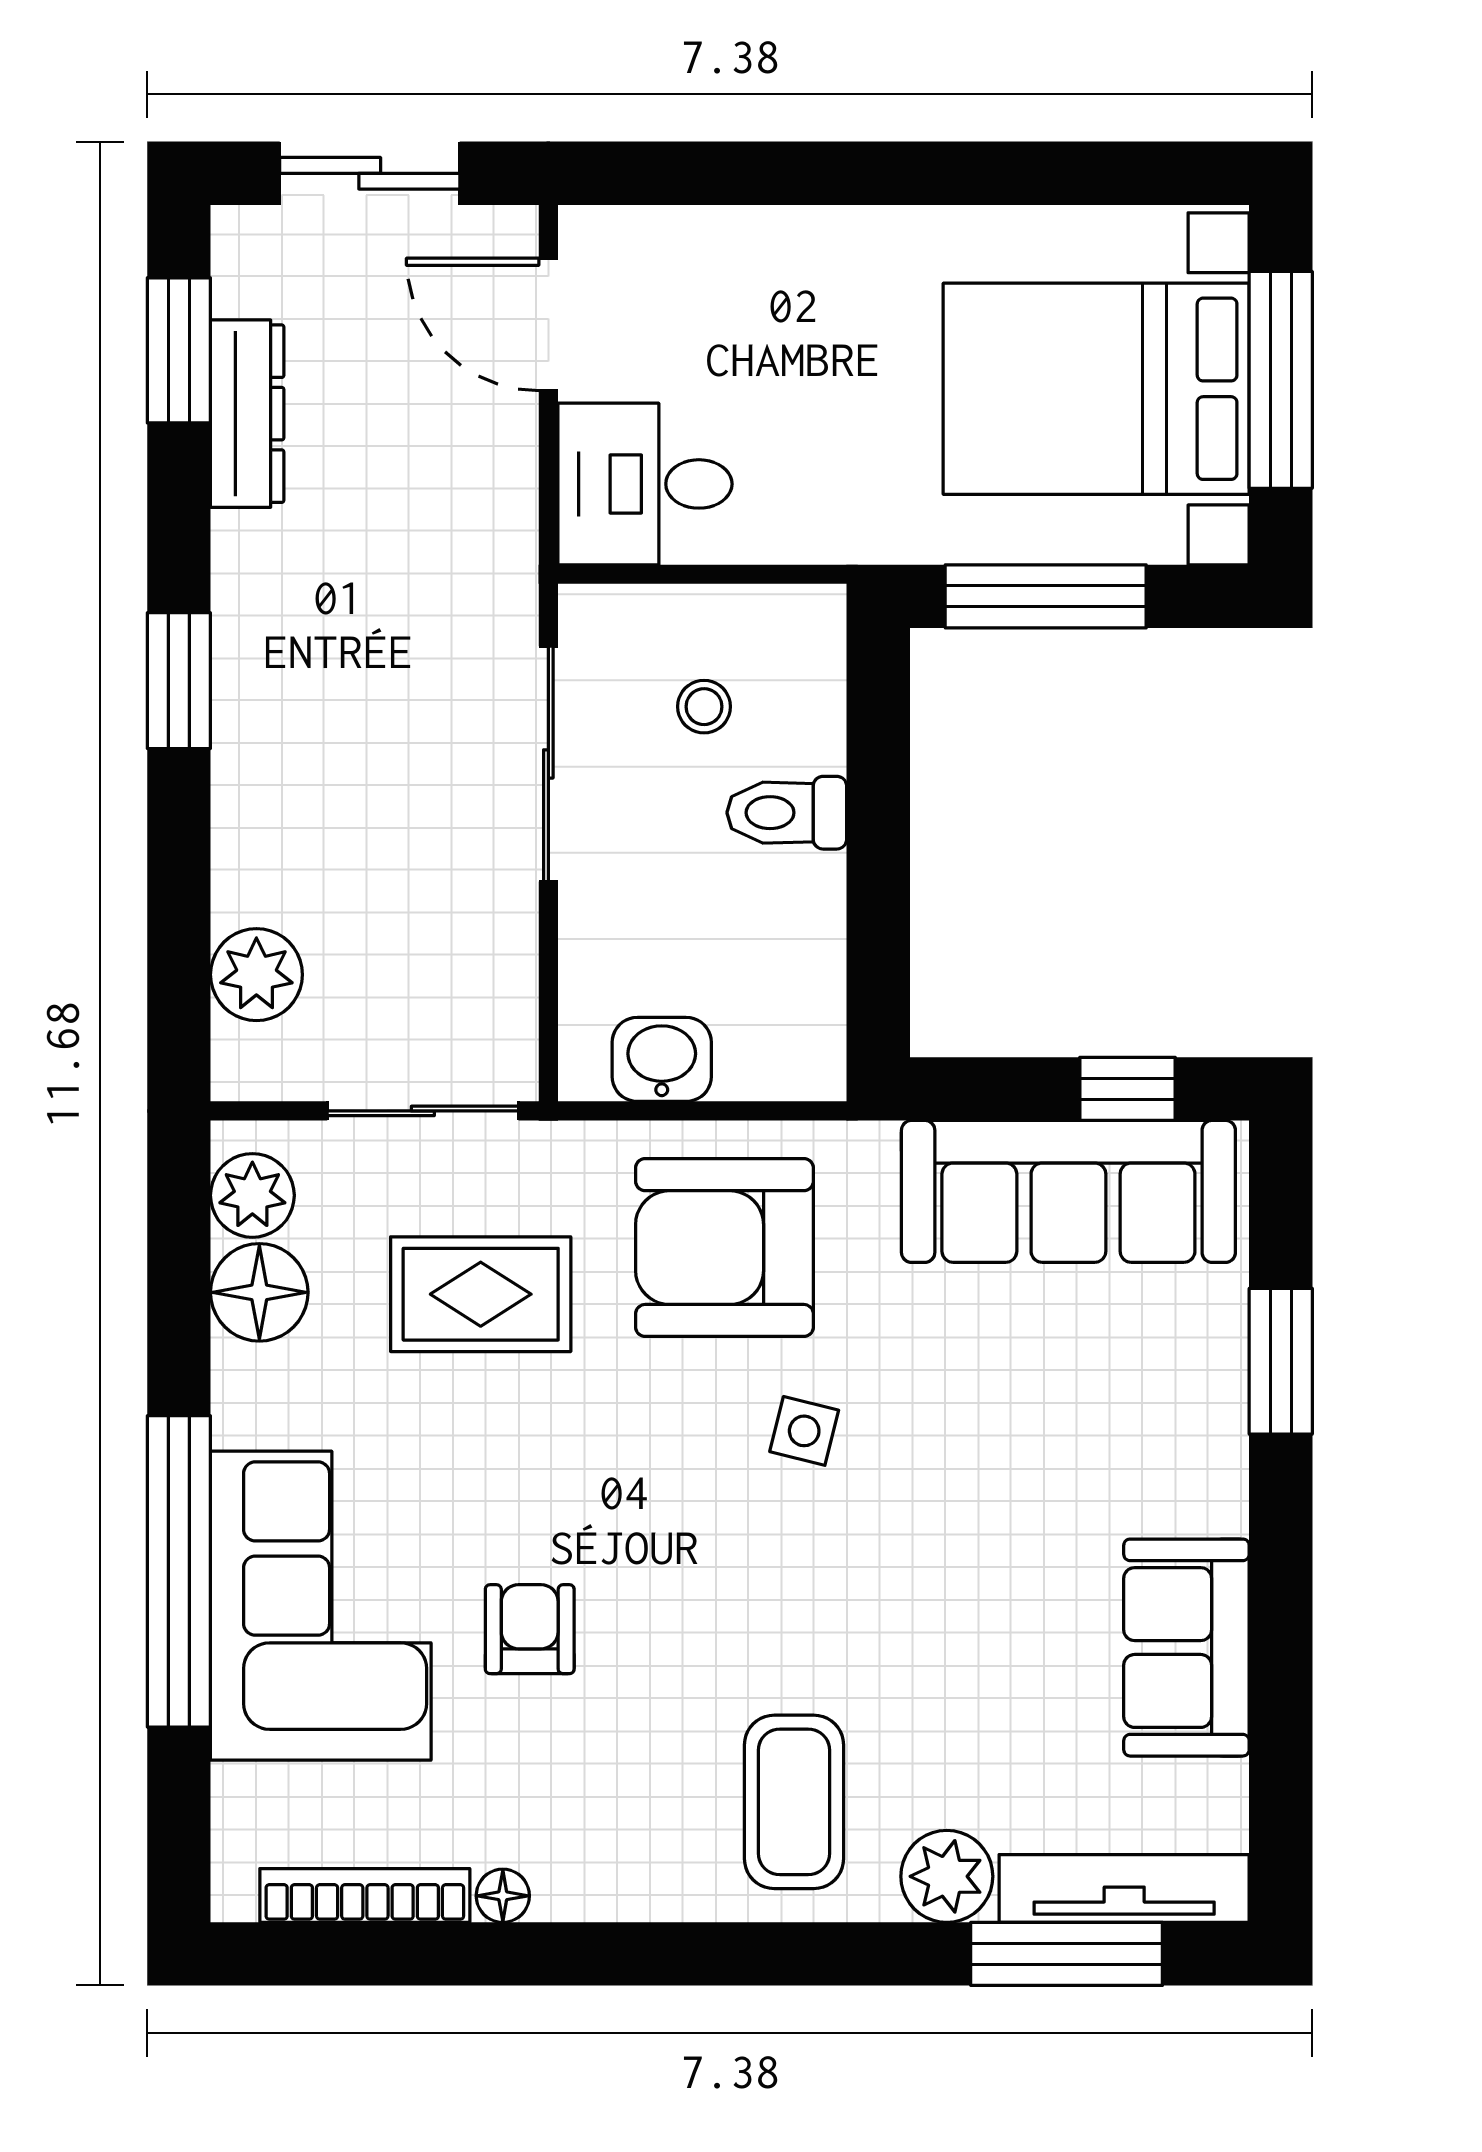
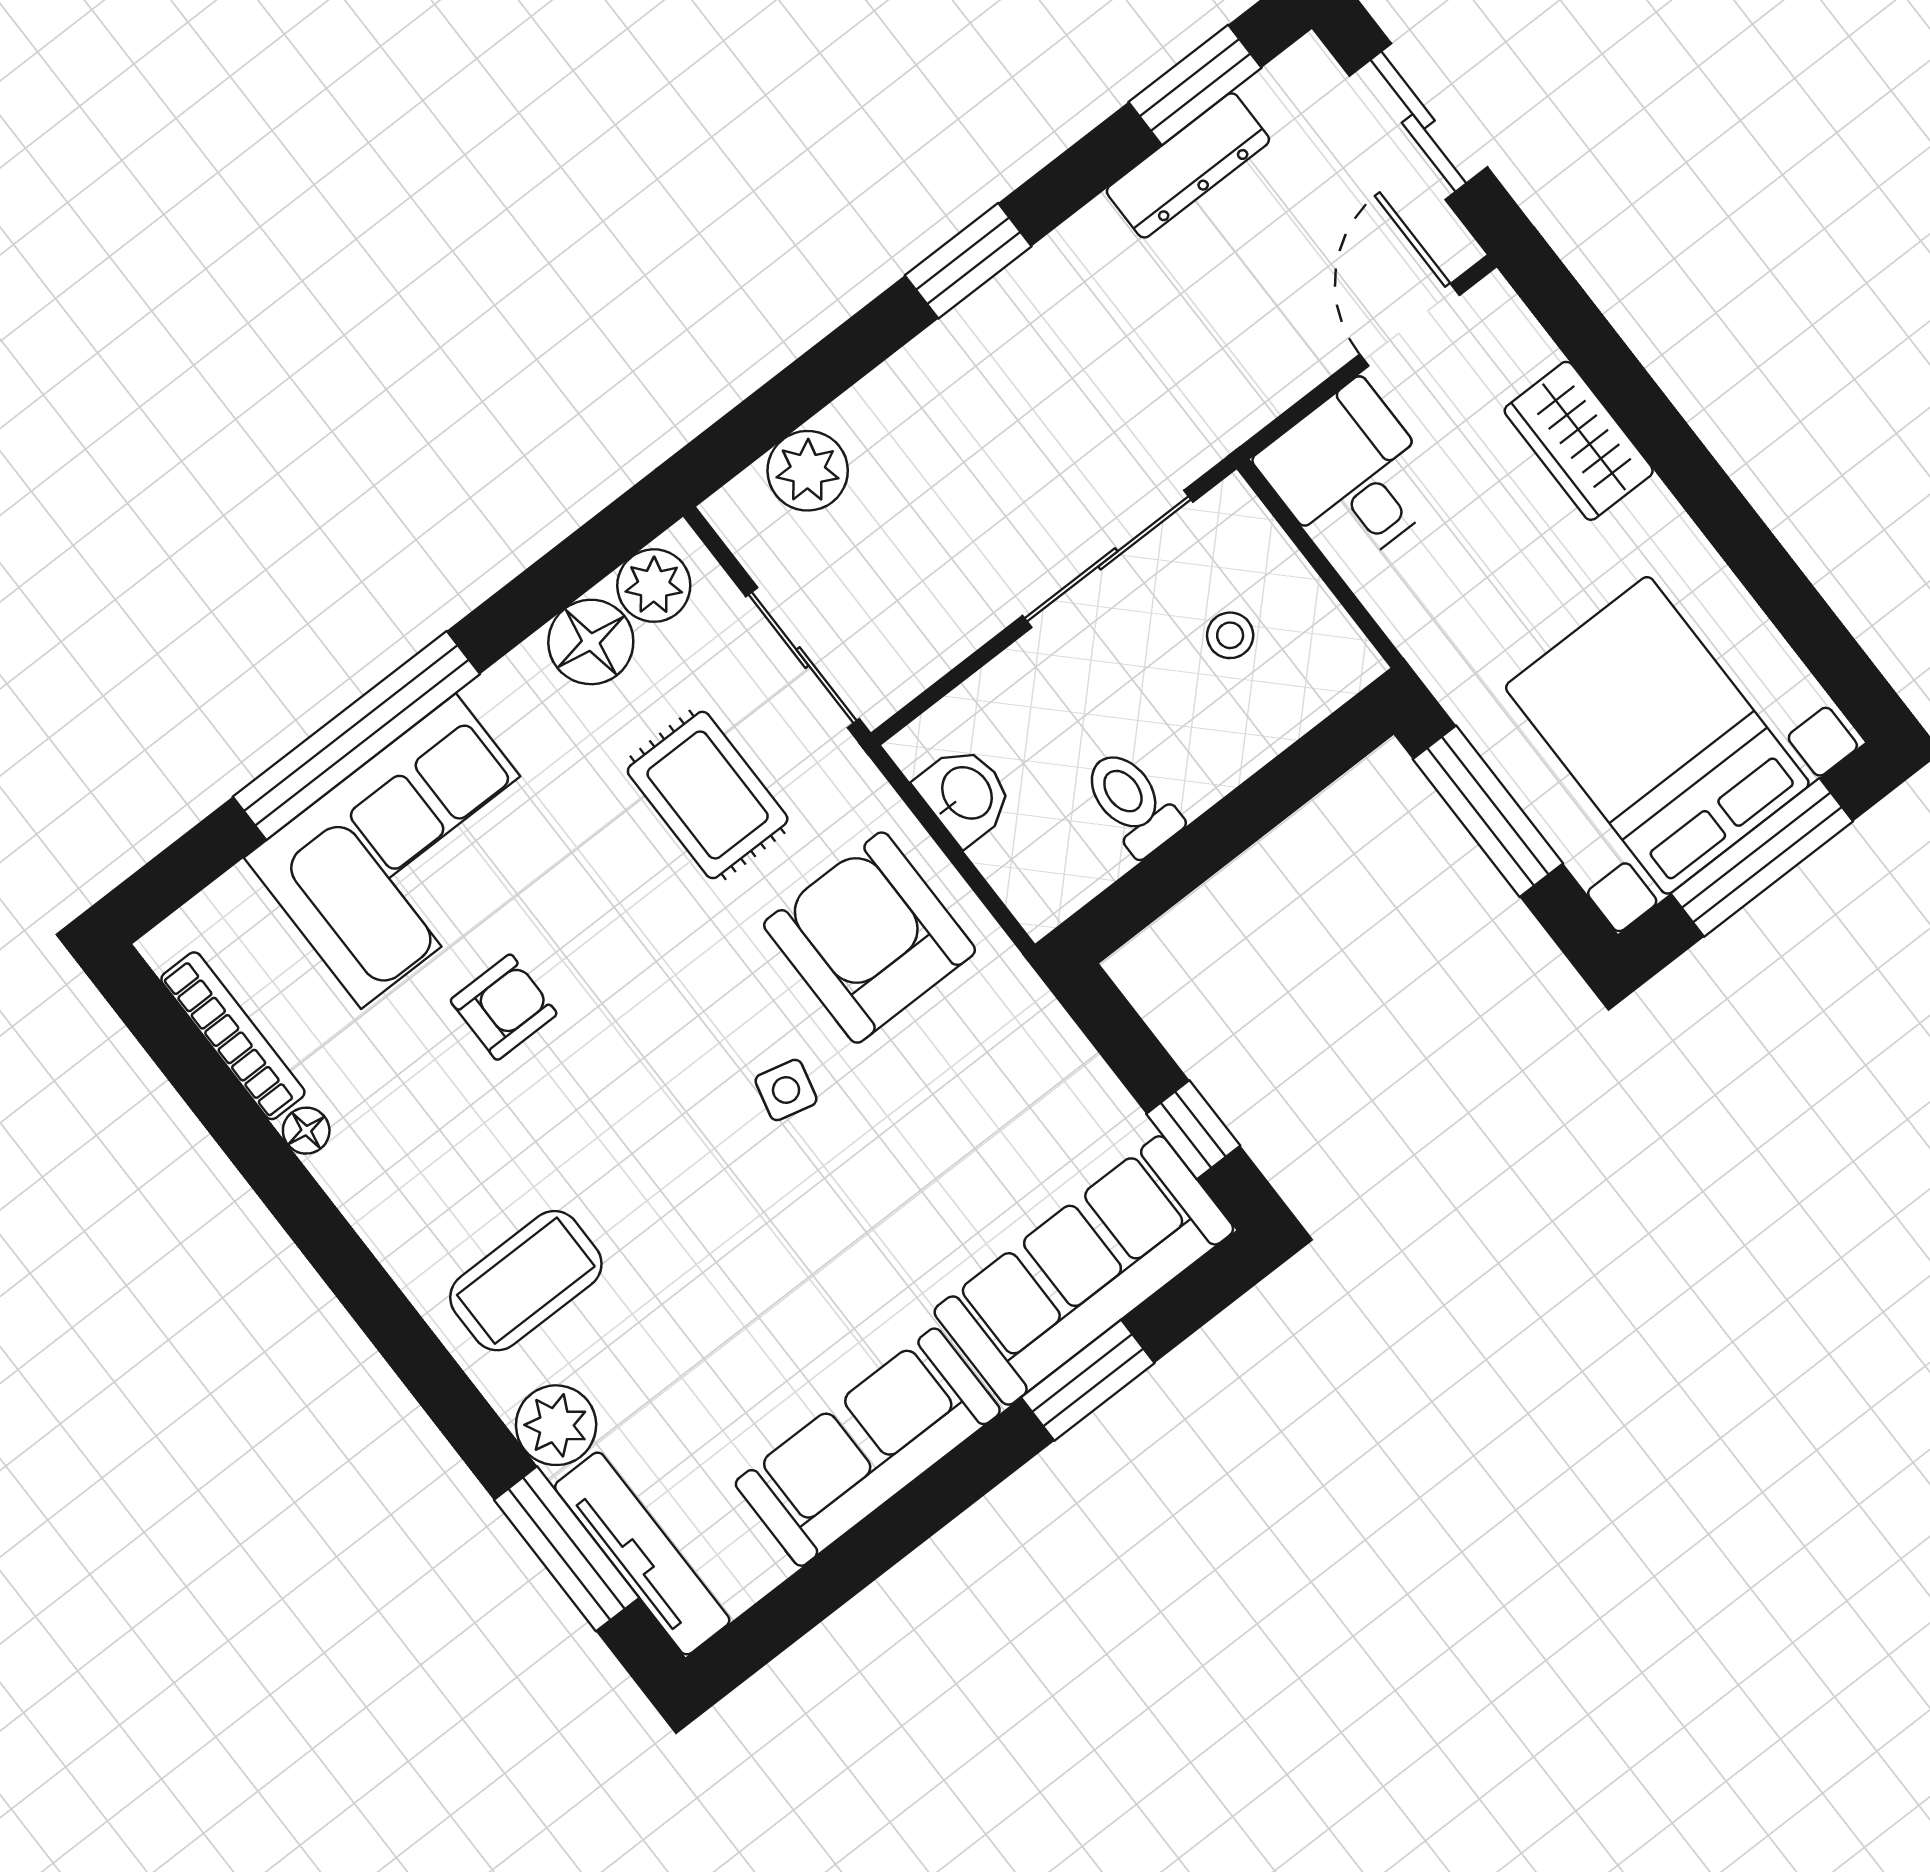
wardrobe: (773, 253) -> (1579, 441), added
toilet: (787, 813) -> (1132, 803), moved
sofa: (1068, 1191) -> (1084, 1270), moved, turned 90
sofa: (1186, 1648) -> (868, 1447), width x1.36

